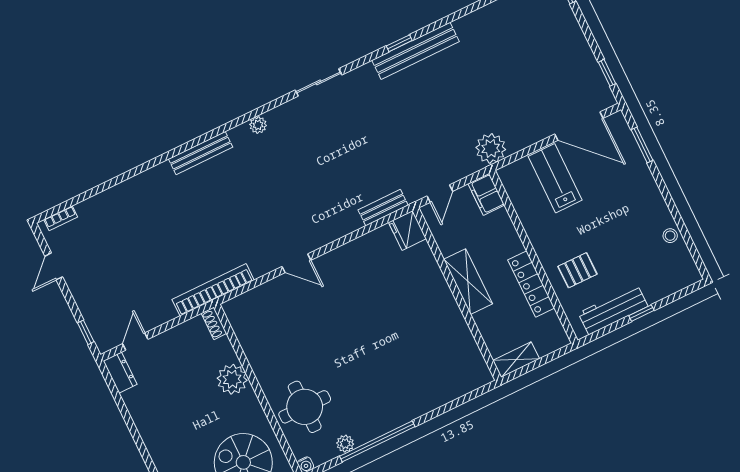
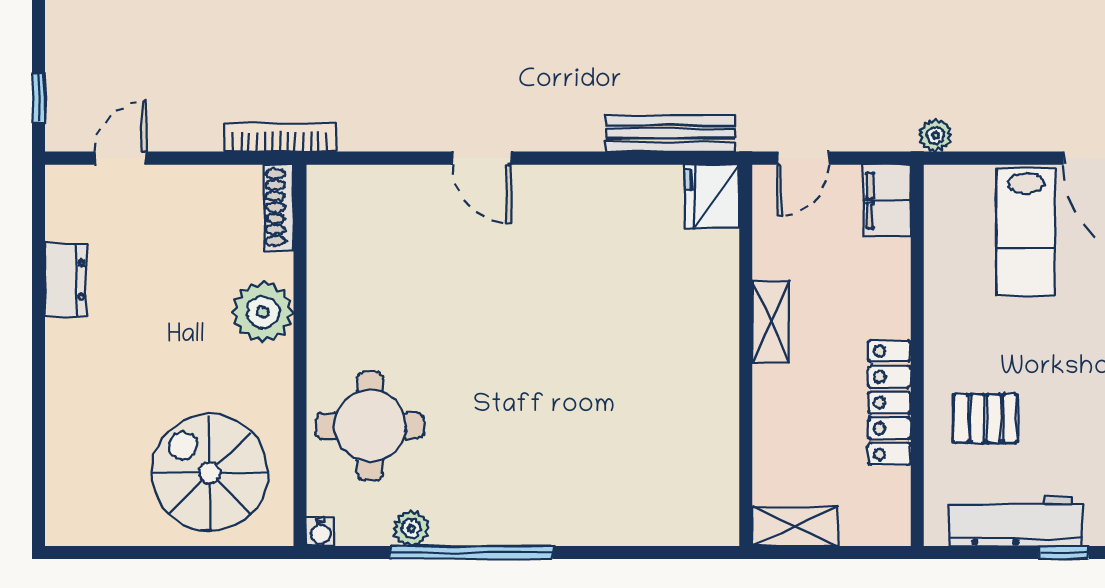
plant: (491, 148) -> (935, 135), width x0.53, depth x0.53
lab bench: (555, 178) -> (1026, 232), turned 180
bench: (383, 208) -> (671, 134), width x1.36
shelving: (468, 282) -> (771, 322), width x0.67, depth x0.75
bookcase: (213, 290) -> (280, 137), width x0.68, depth x0.76
shoe rack: (214, 323) -> (279, 207), width x1.43
dresser: (120, 373) -> (65, 280), moved

